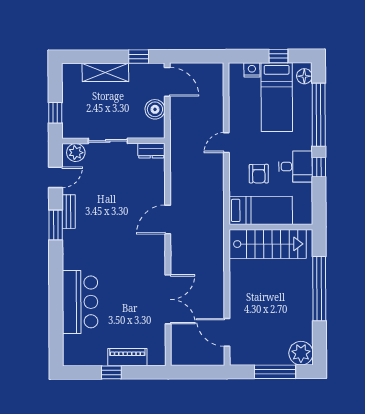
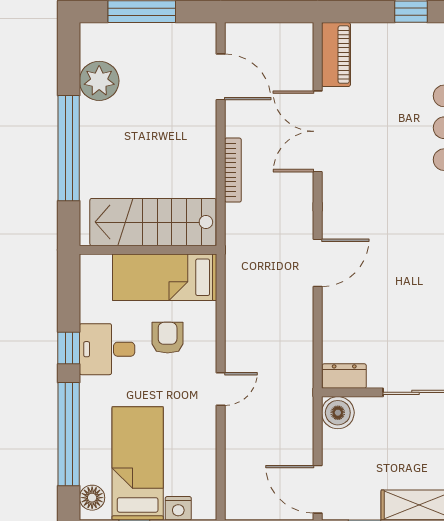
boiler: (155, 109) -> (338, 413), moved
bookcase: (219, 276) -> (233, 170), added
plant: (301, 353) -> (99, 81), moved
piano: (127, 357) -> (336, 55), moved, turned -90

